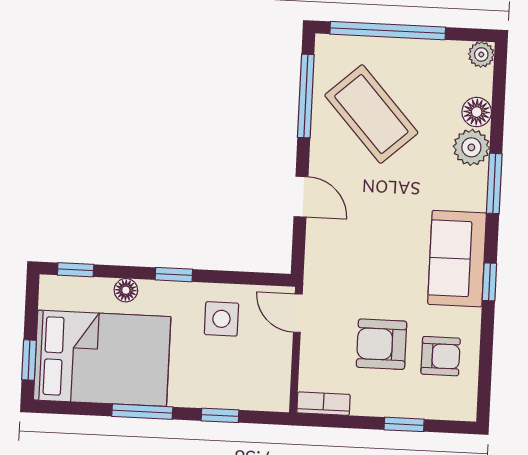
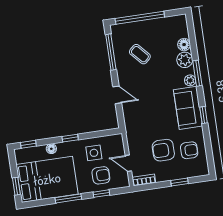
plant: (481, 54) -> (190, 80), moved
coffee table: (371, 114) -> (140, 54), width x0.54, depth x0.58
door: (298, 313) -> (128, 163), moved
armchair: (227, 374) -> (101, 175), added

